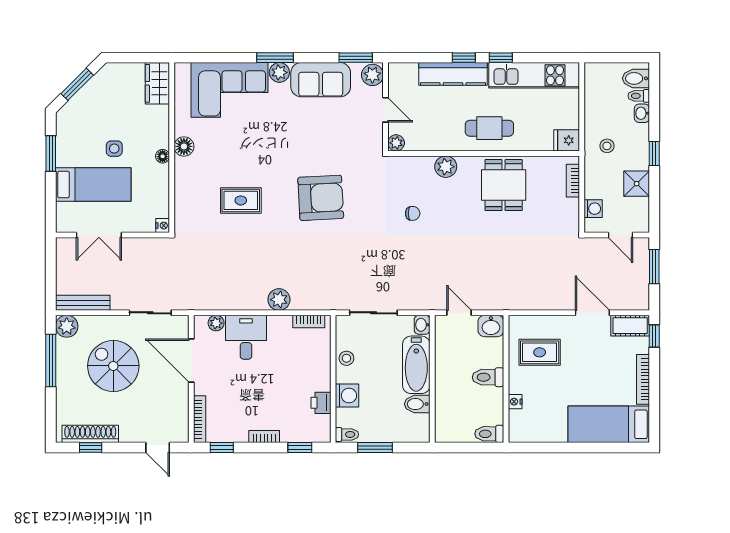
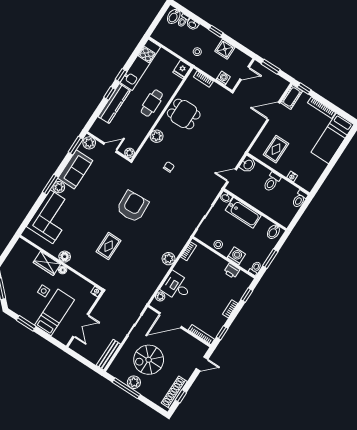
wardrobe: (157, 83) -> (47, 263), moved
plant: (67, 326) -> (134, 382), moved
bidet: (417, 404) -> (273, 232), moved

